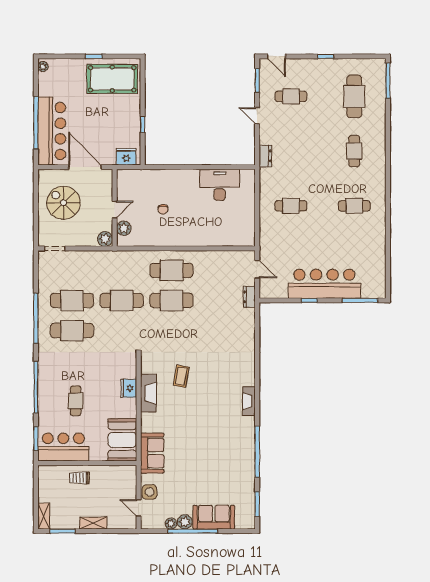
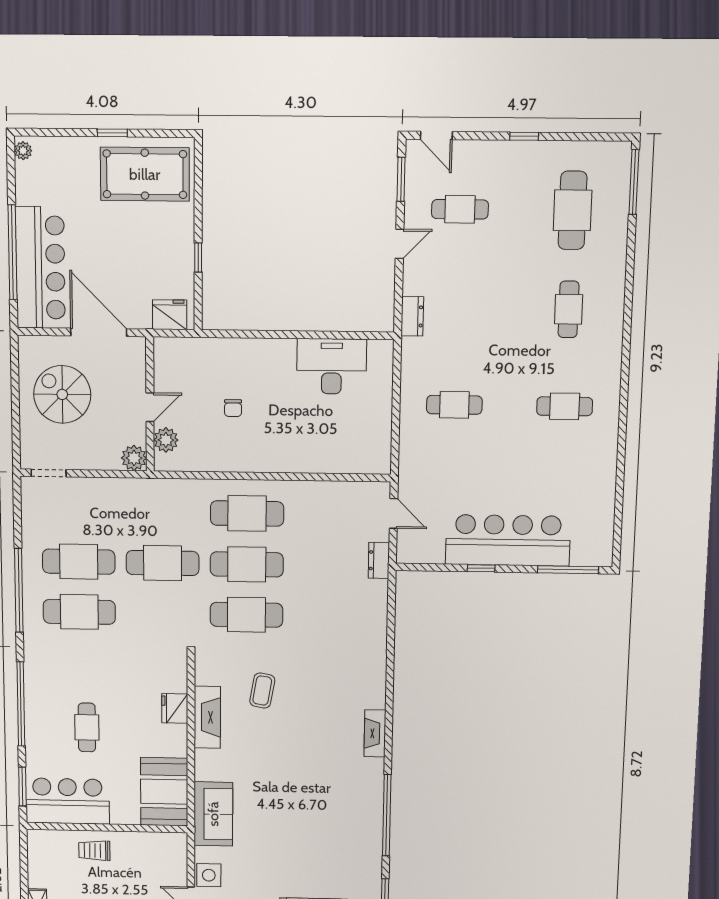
door: (257, 116) -> (400, 244), swing flipped
cafe table: (171, 331) -> (246, 615), added

